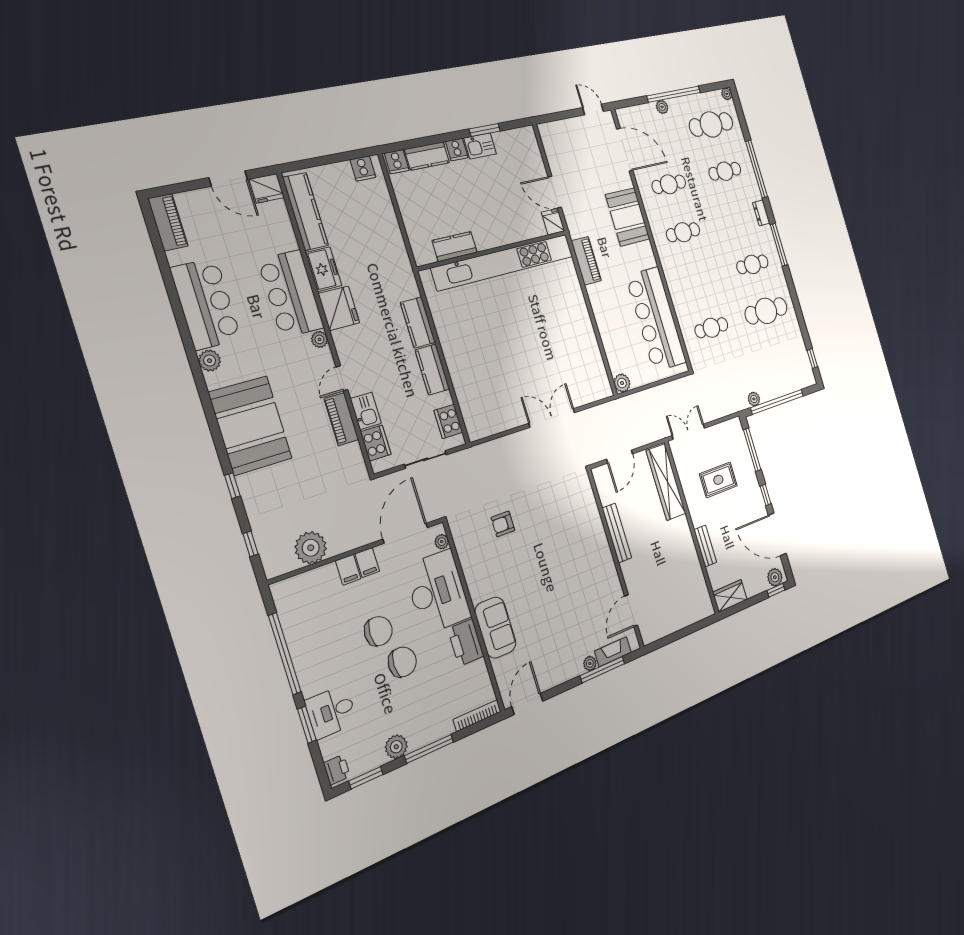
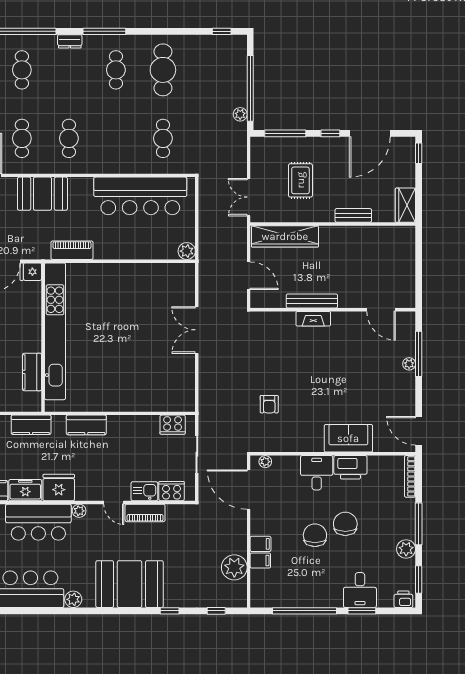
kitchen counter: (432, 370) -> (31, 425), moved
filing cabinet: (367, 563) -> (260, 561), moved
plant: (775, 577) -> (407, 150), removed
desk: (437, 592) -> (317, 473), width x0.53, depth x0.77
fireplace: (613, 652) -> (313, 319), moved, turned -90

